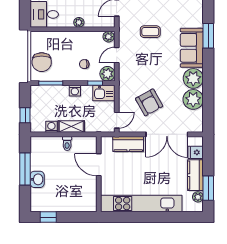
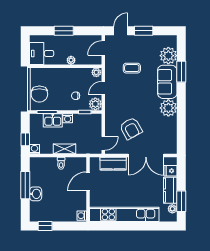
kitchen sink: (104, 93) -> (53, 120), moved
plant: (193, 99) -> (168, 56), moved
washing machine: (51, 127) -> (34, 149), moved
door: (99, 165) -> (88, 181), hinge flipped
washing machine: (91, 205) -> (82, 216), added

